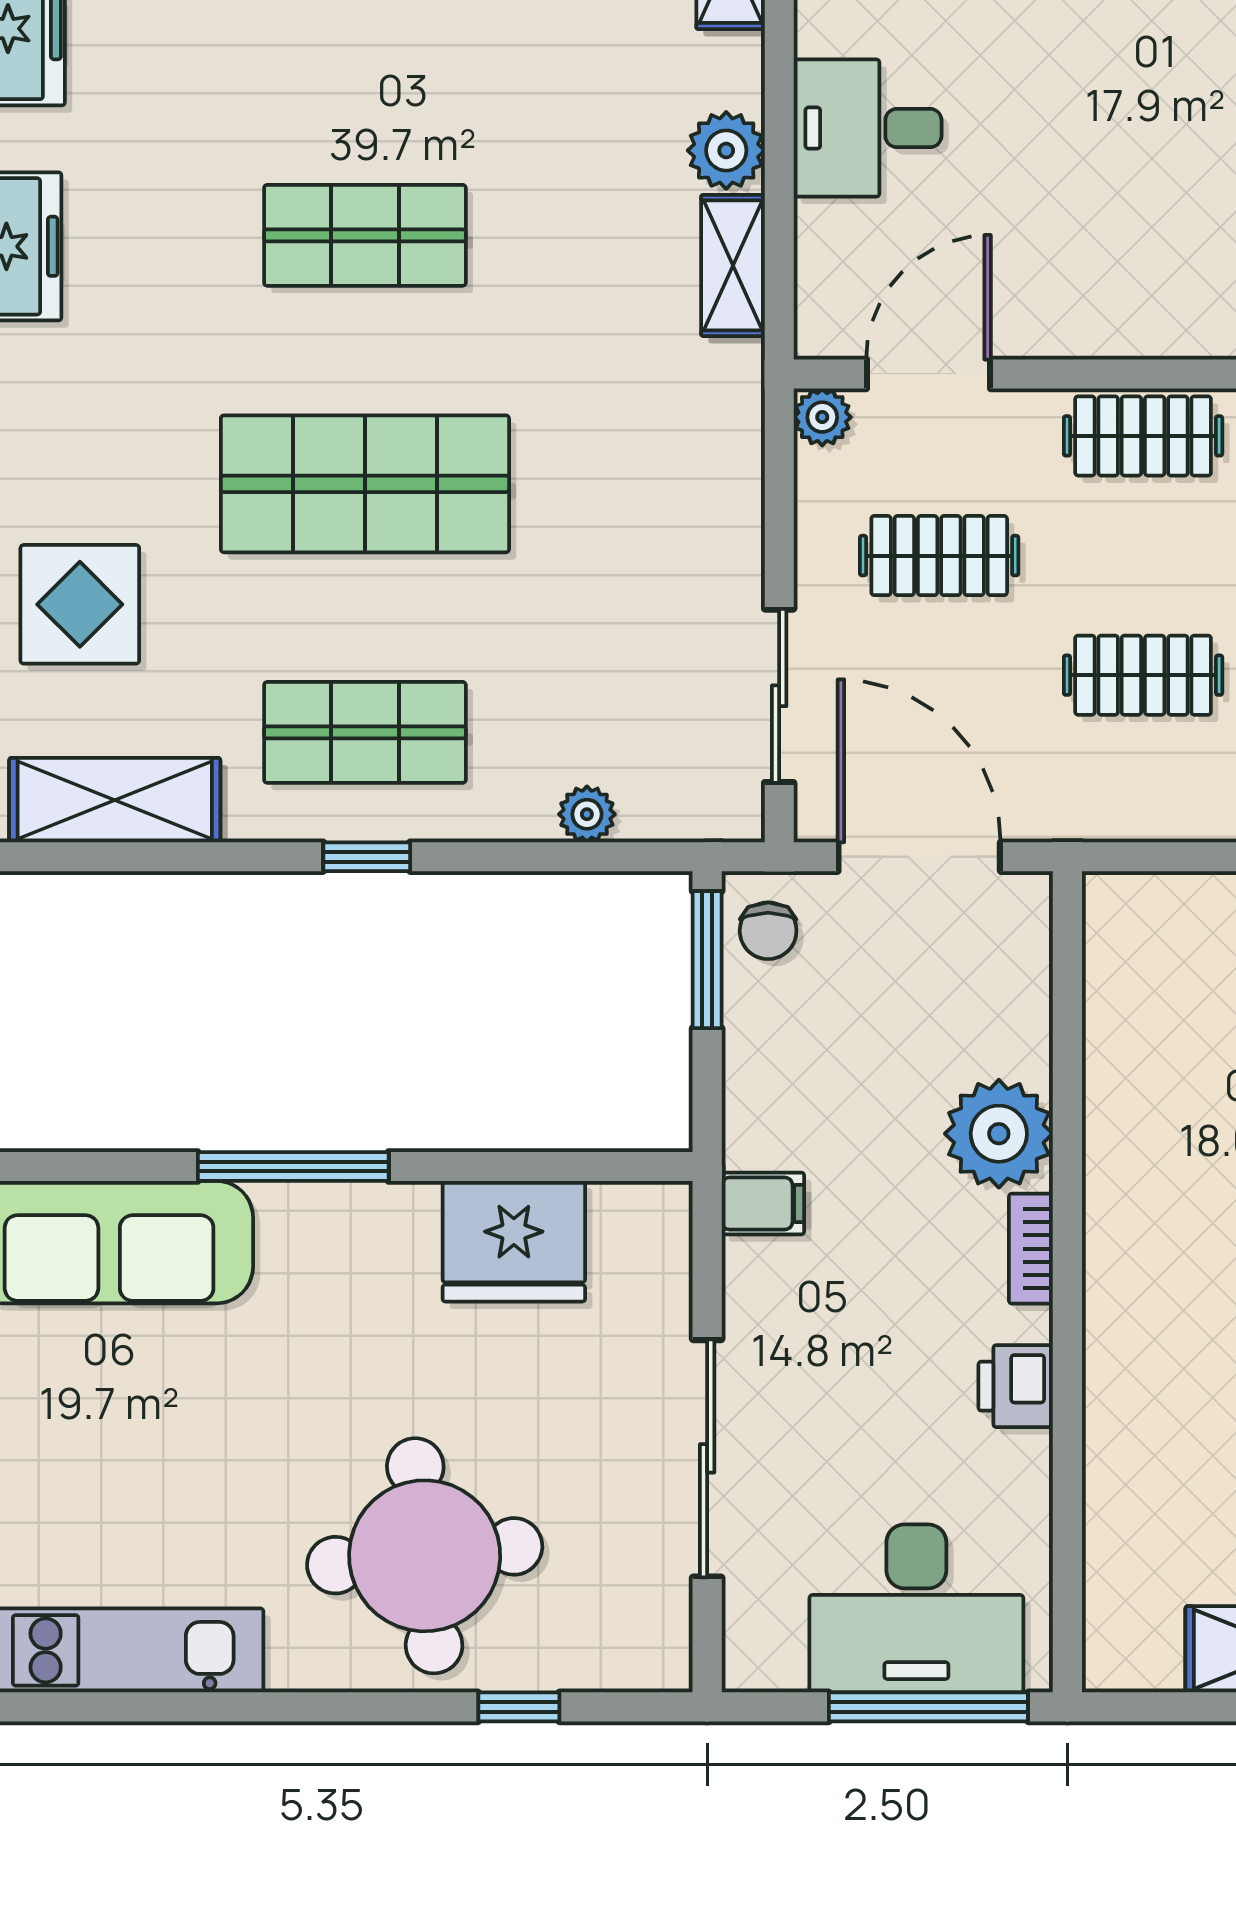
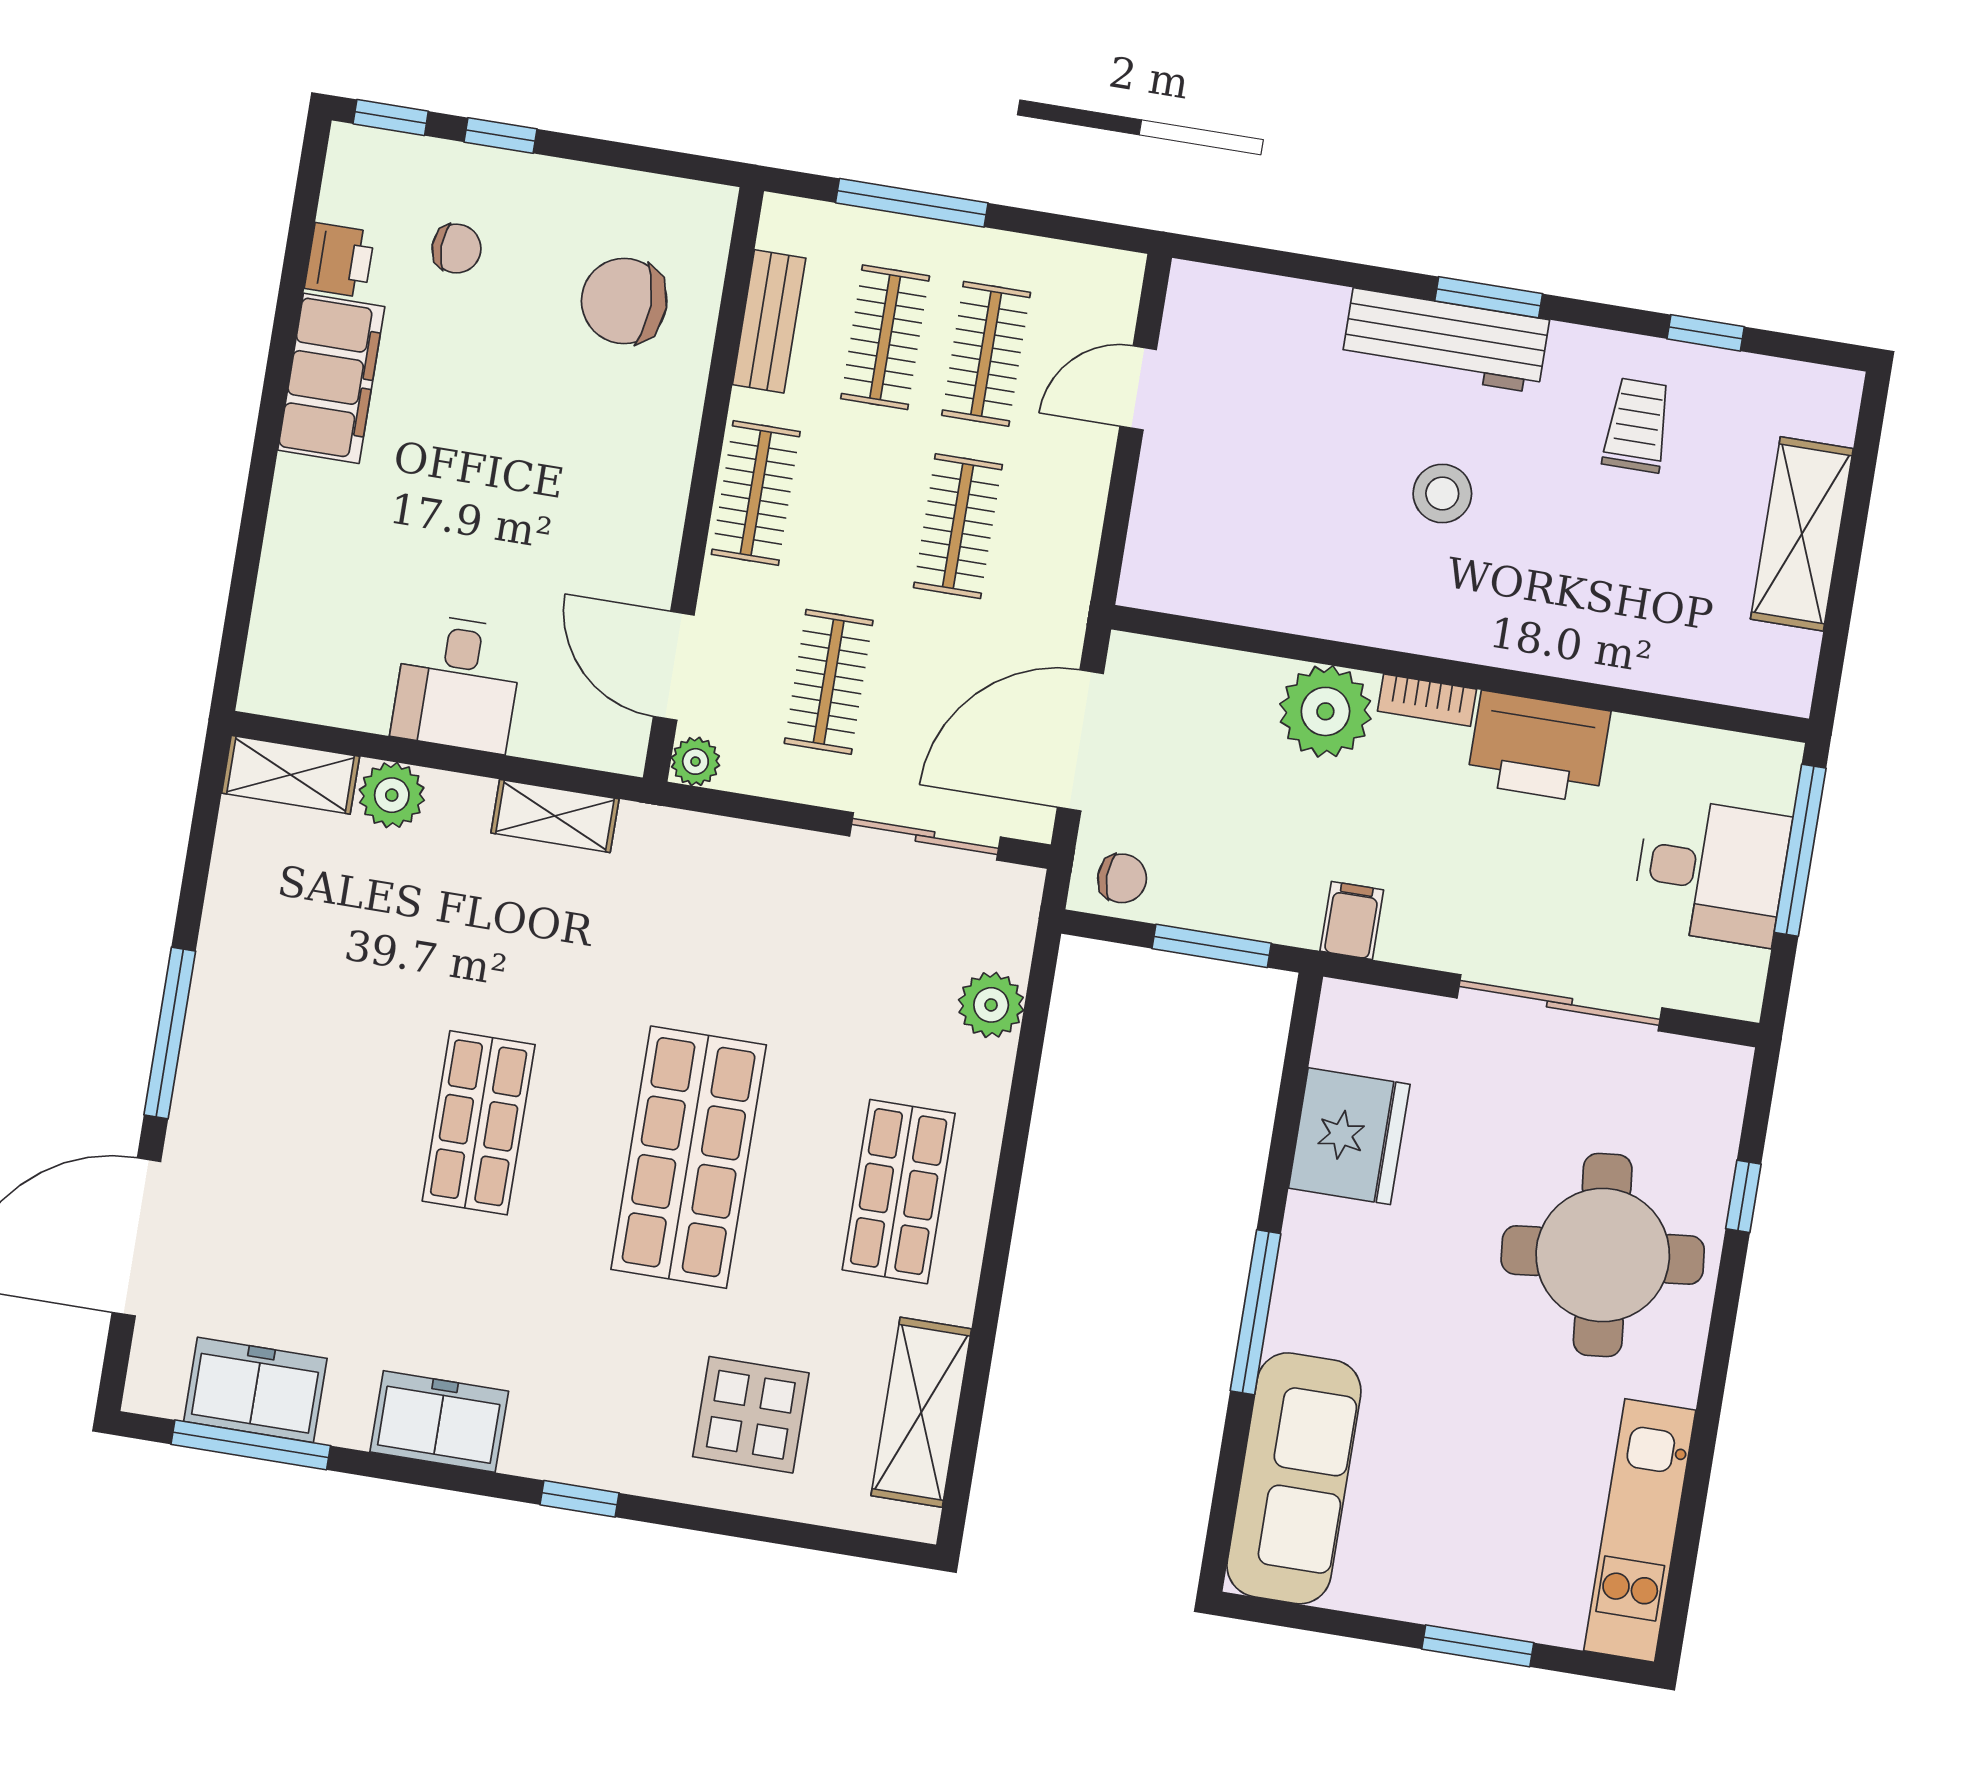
plant: (726, 150) -> (392, 795), moved
plant: (587, 814) -> (991, 1005), width x1.38, depth x1.38
window: (367, 857) -> (1004, 1207), removed
window: (707, 960) -> (1212, 946), moved
printer: (1016, 1386) -> (1539, 747), width x1.87, depth x1.48
desk: (916, 1608) -> (1711, 871), width x0.73

